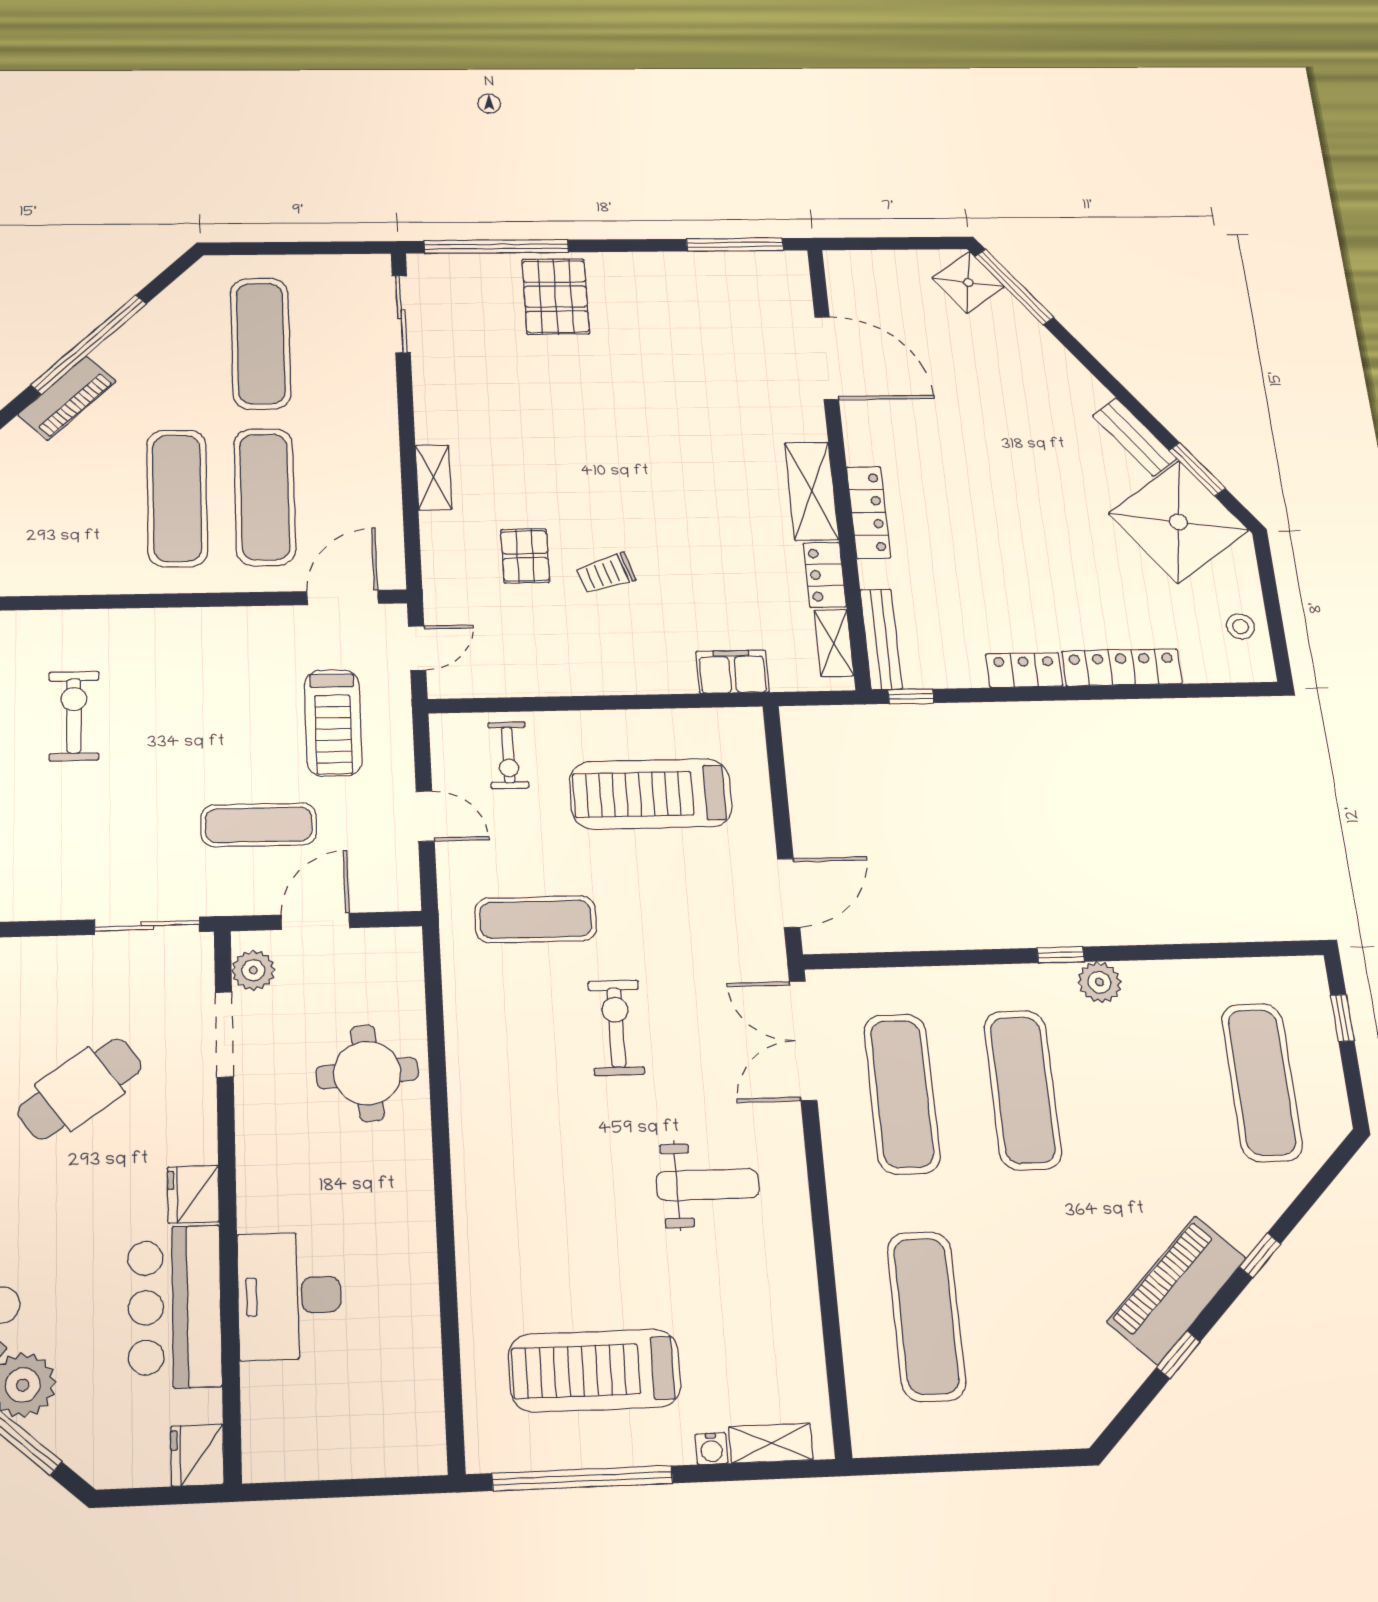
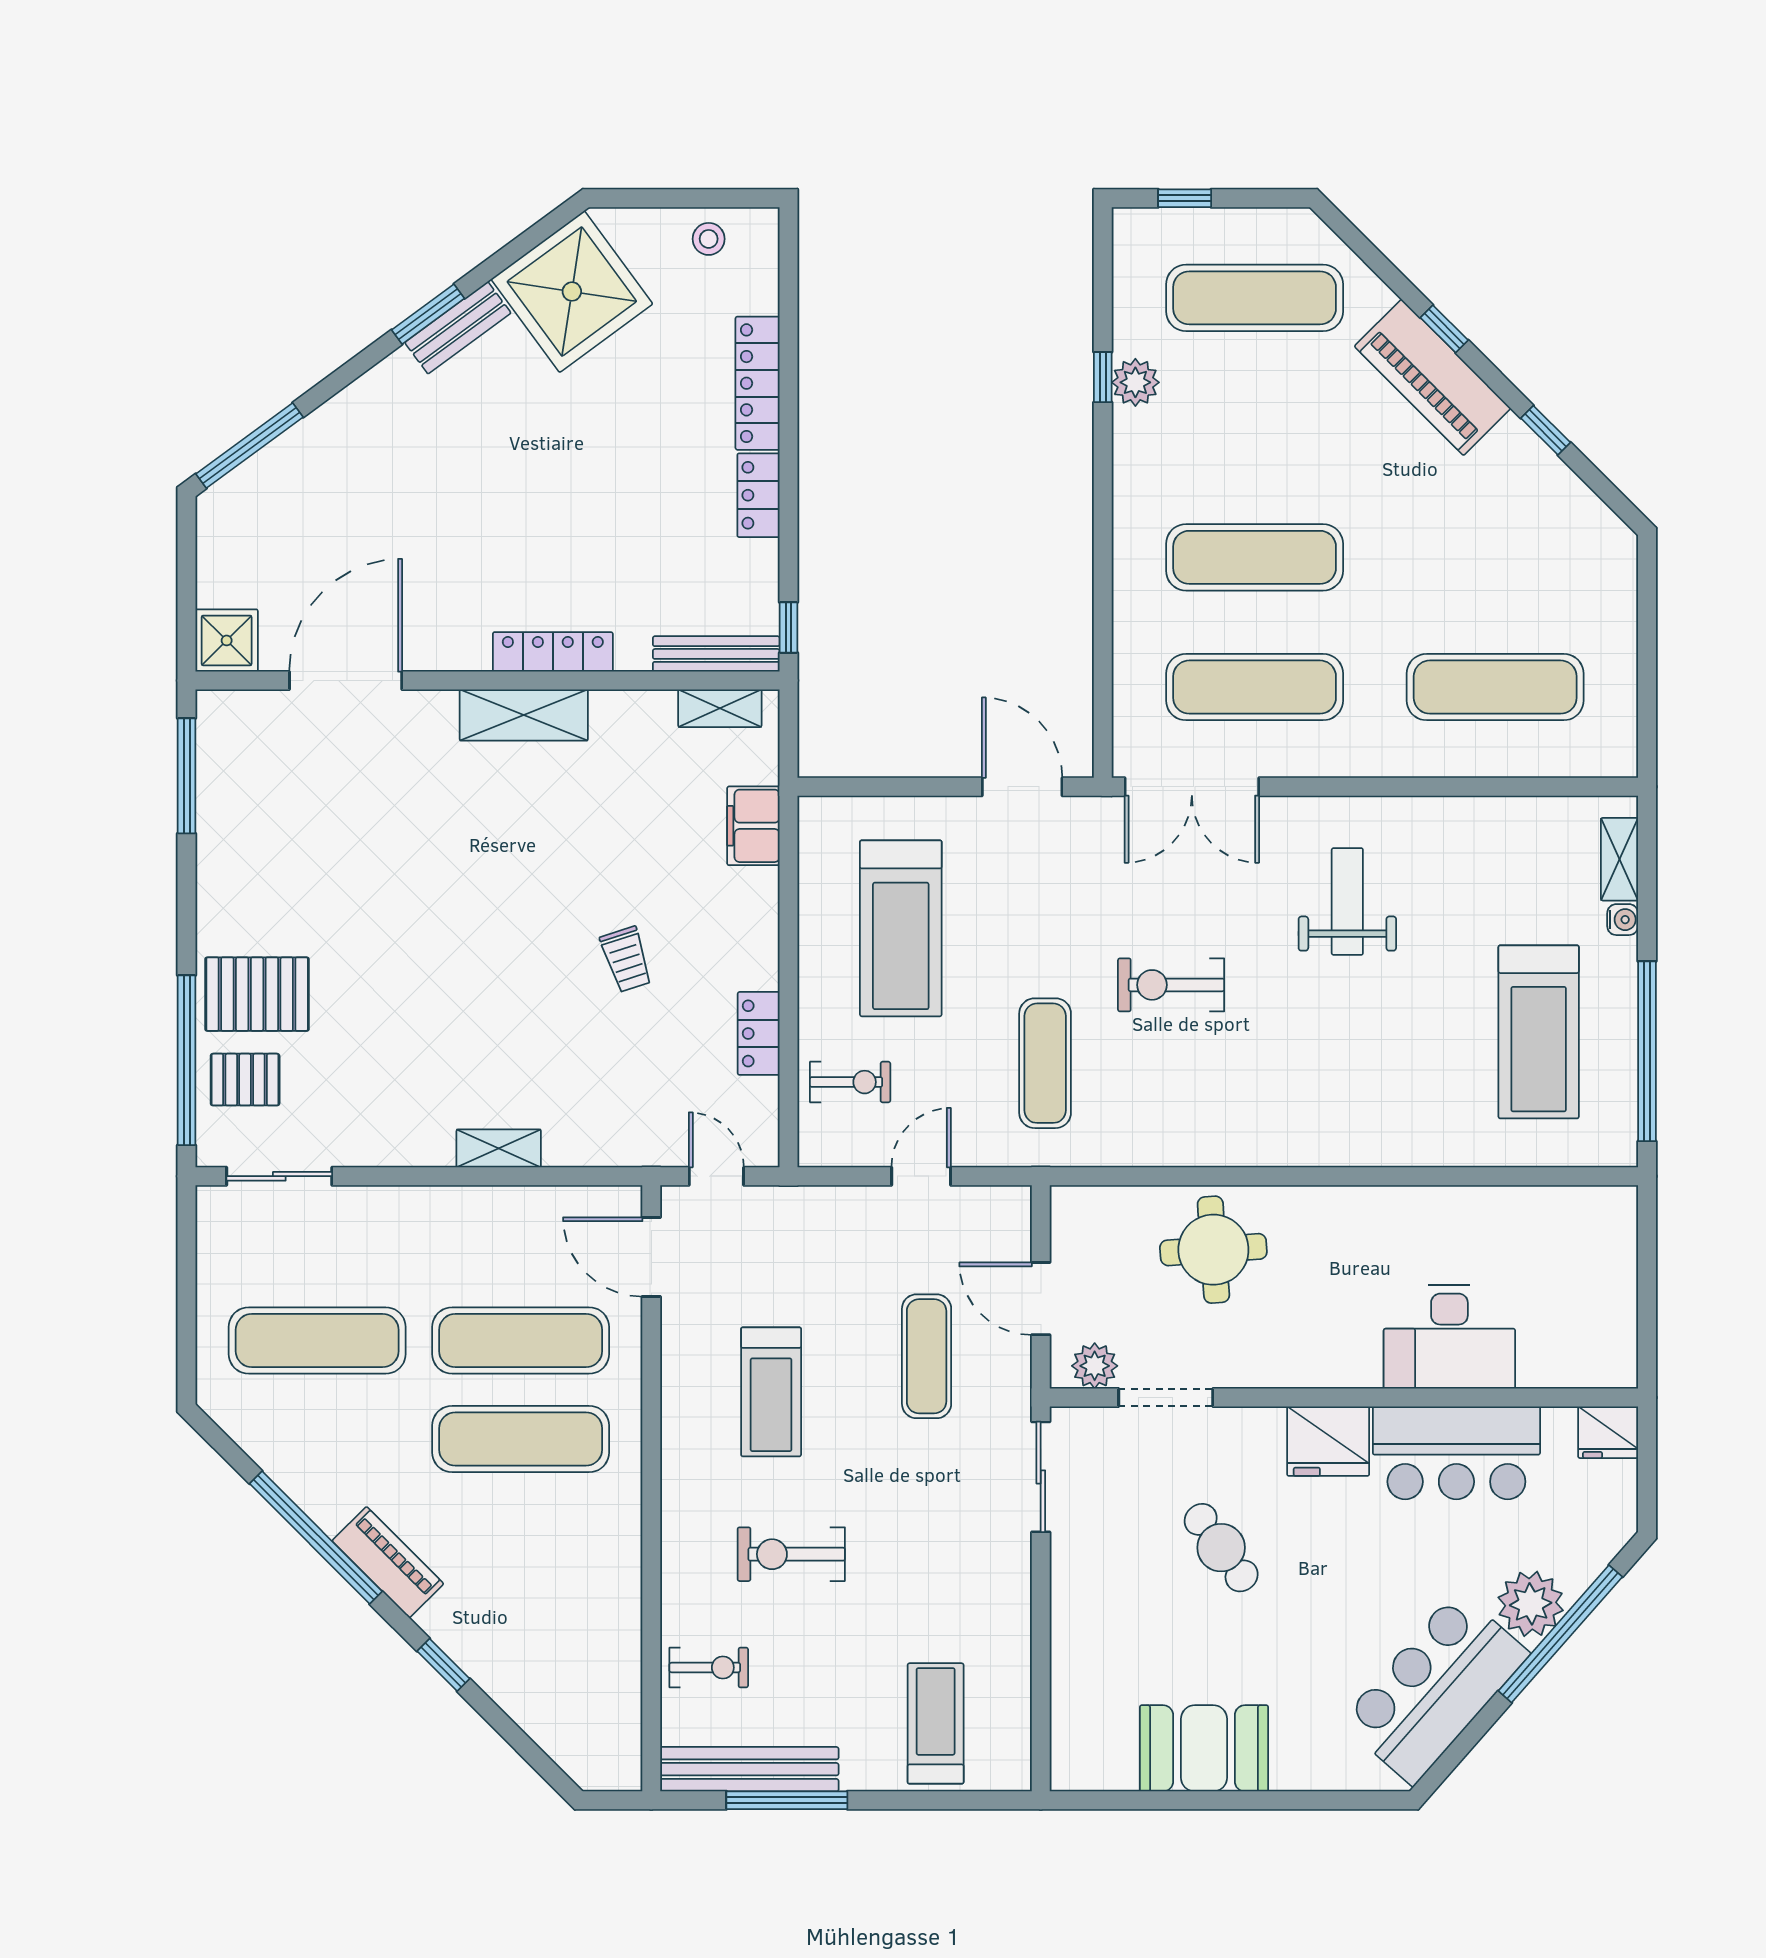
shower: (968, 282) -> (227, 640), moved, turned 36
window: (1197, 469) -> (428, 314), moved
pallet: (525, 556) -> (245, 1080), moved
locker: (825, 575) -> (759, 1033), moved, turned 90
treadmill: (333, 723) -> (771, 1392), moved, turned 90
window: (1061, 955) -> (1103, 377), moved
plant: (1099, 982) -> (1135, 382), moved
cafe table: (80, 1089) -> (1221, 1548), width x0.73, depth x0.74
fridge: (193, 1194) -> (1328, 1441), width x1.36, depth x1.34
piano: (1177, 1290) -> (1433, 377), moved

